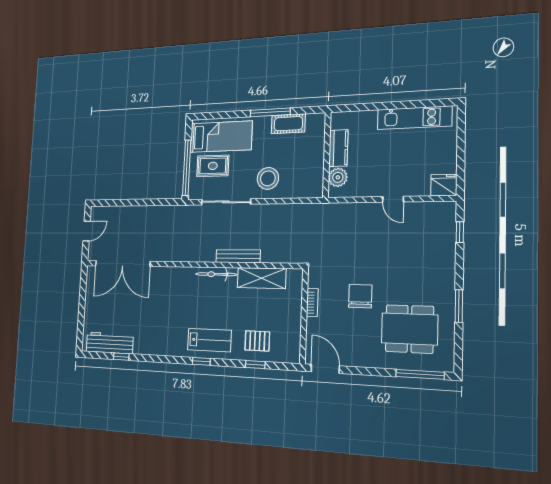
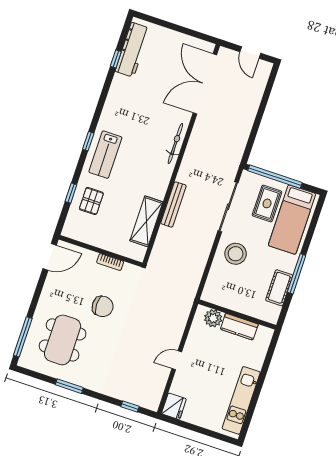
bicycle: (216, 274) -> (175, 143), moved

